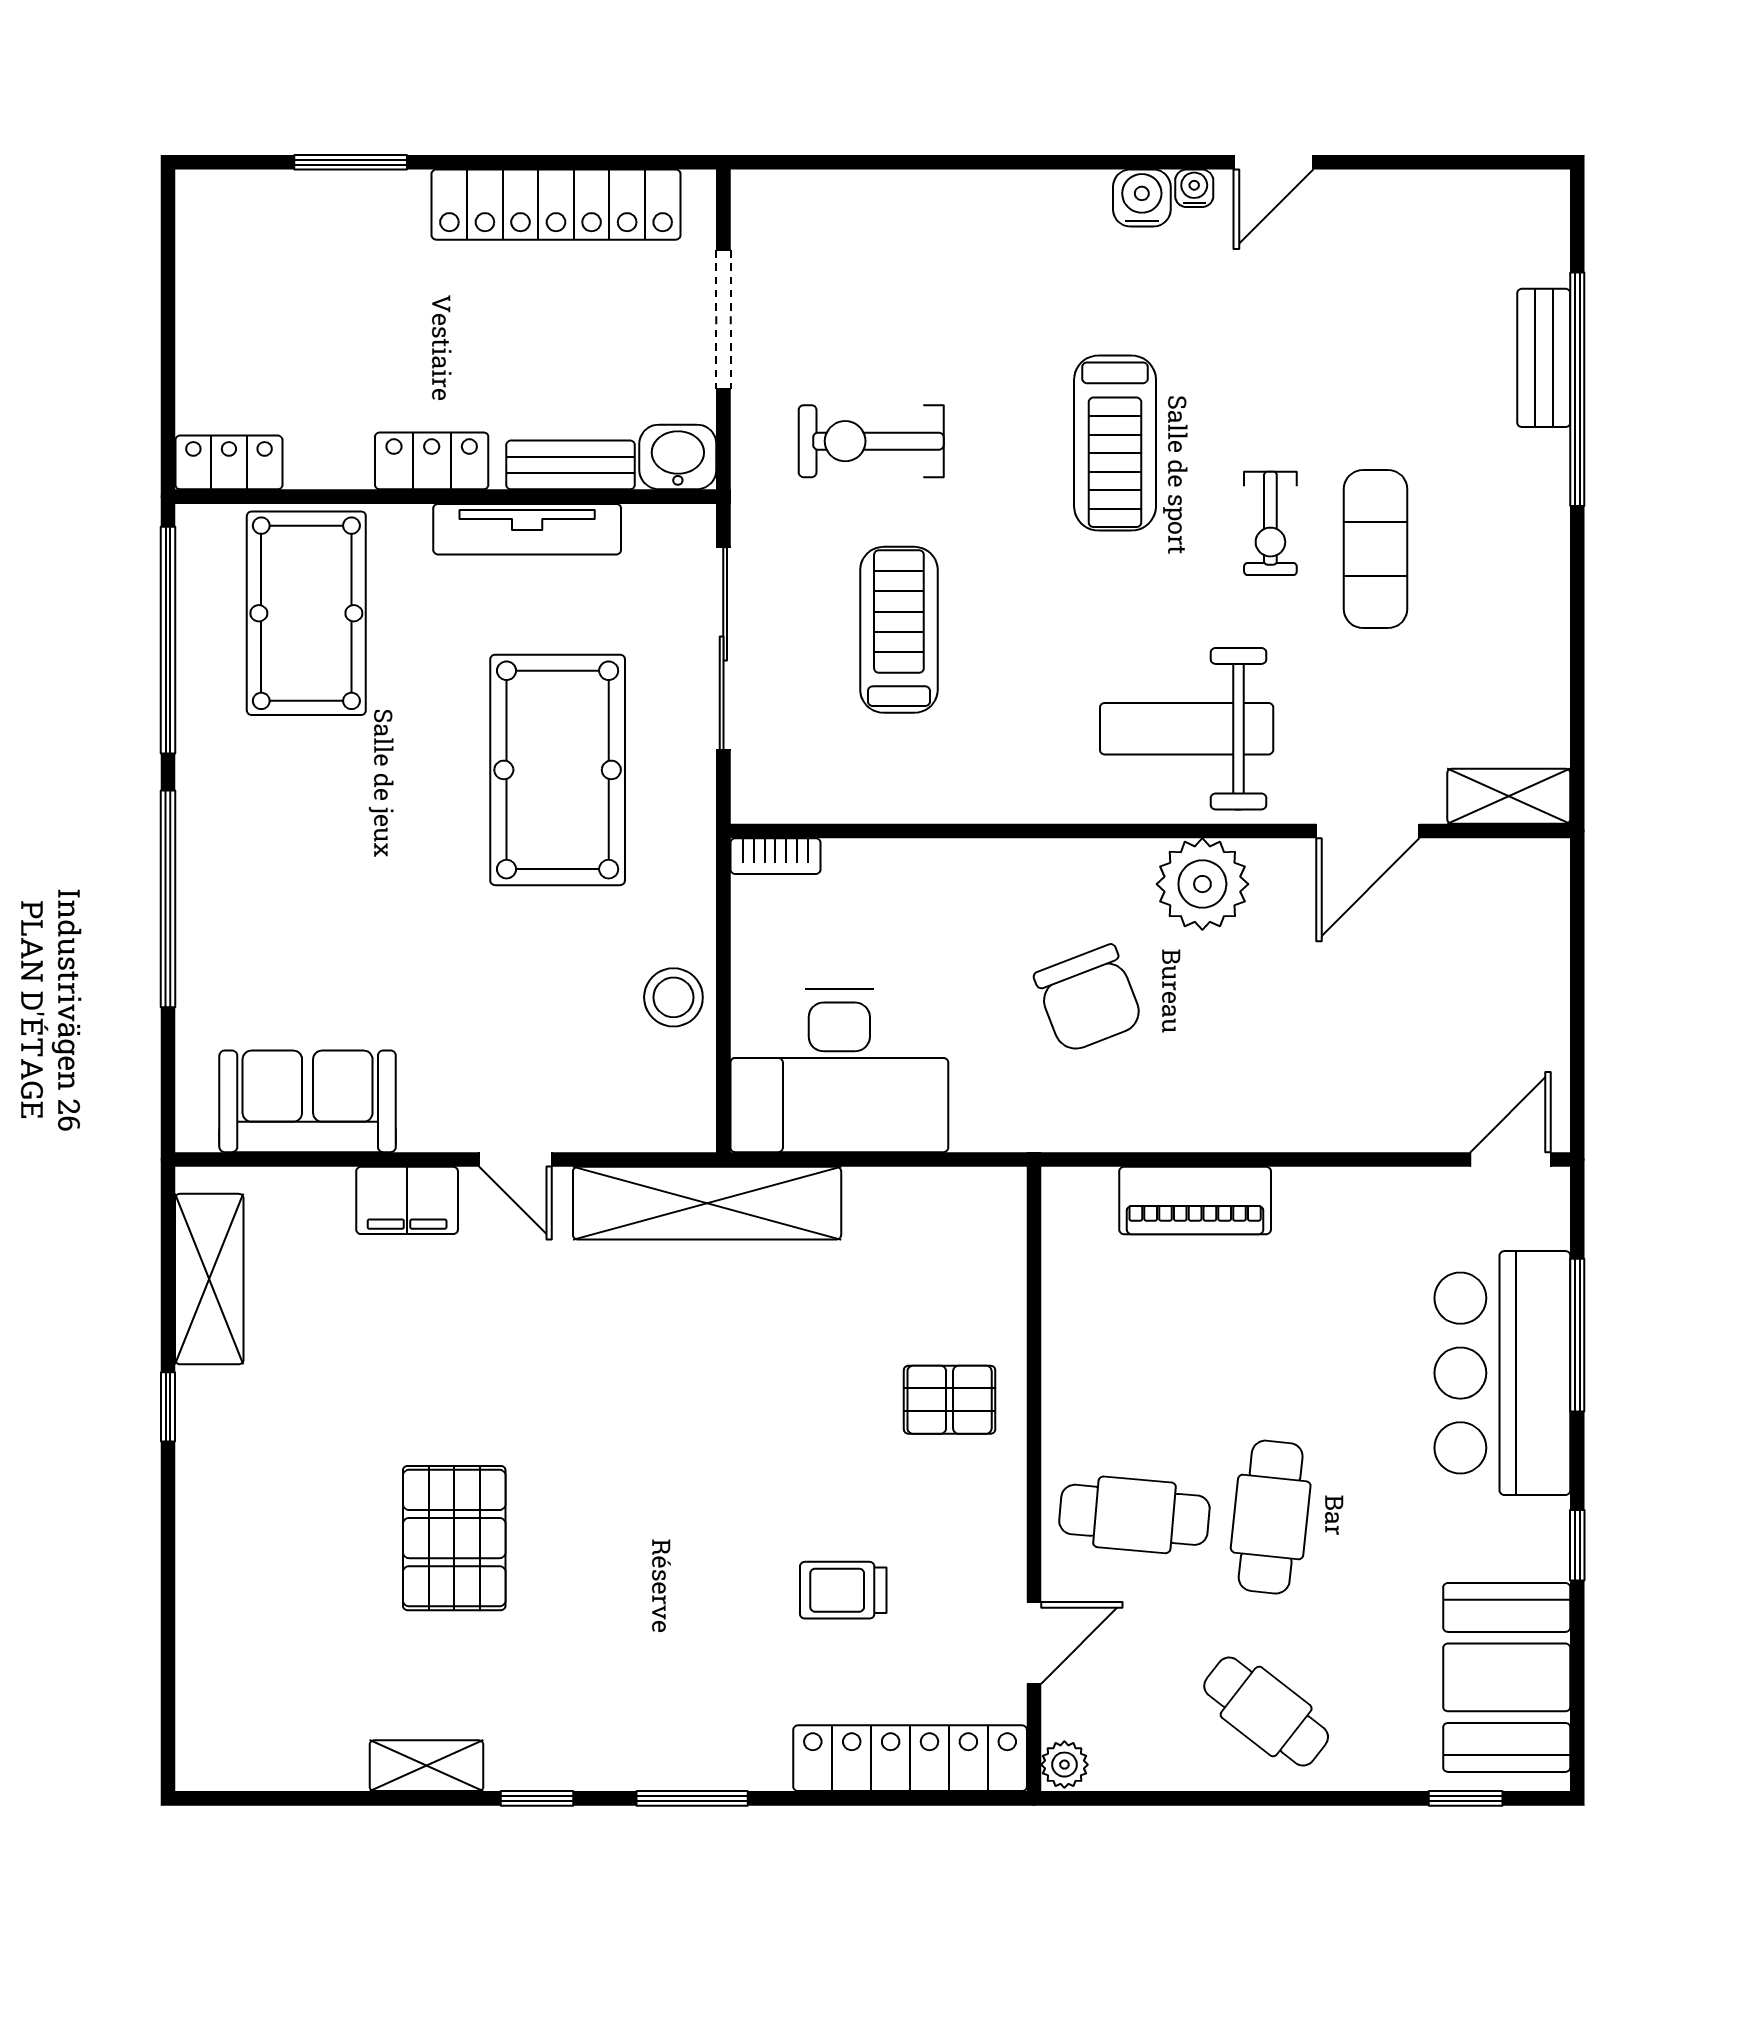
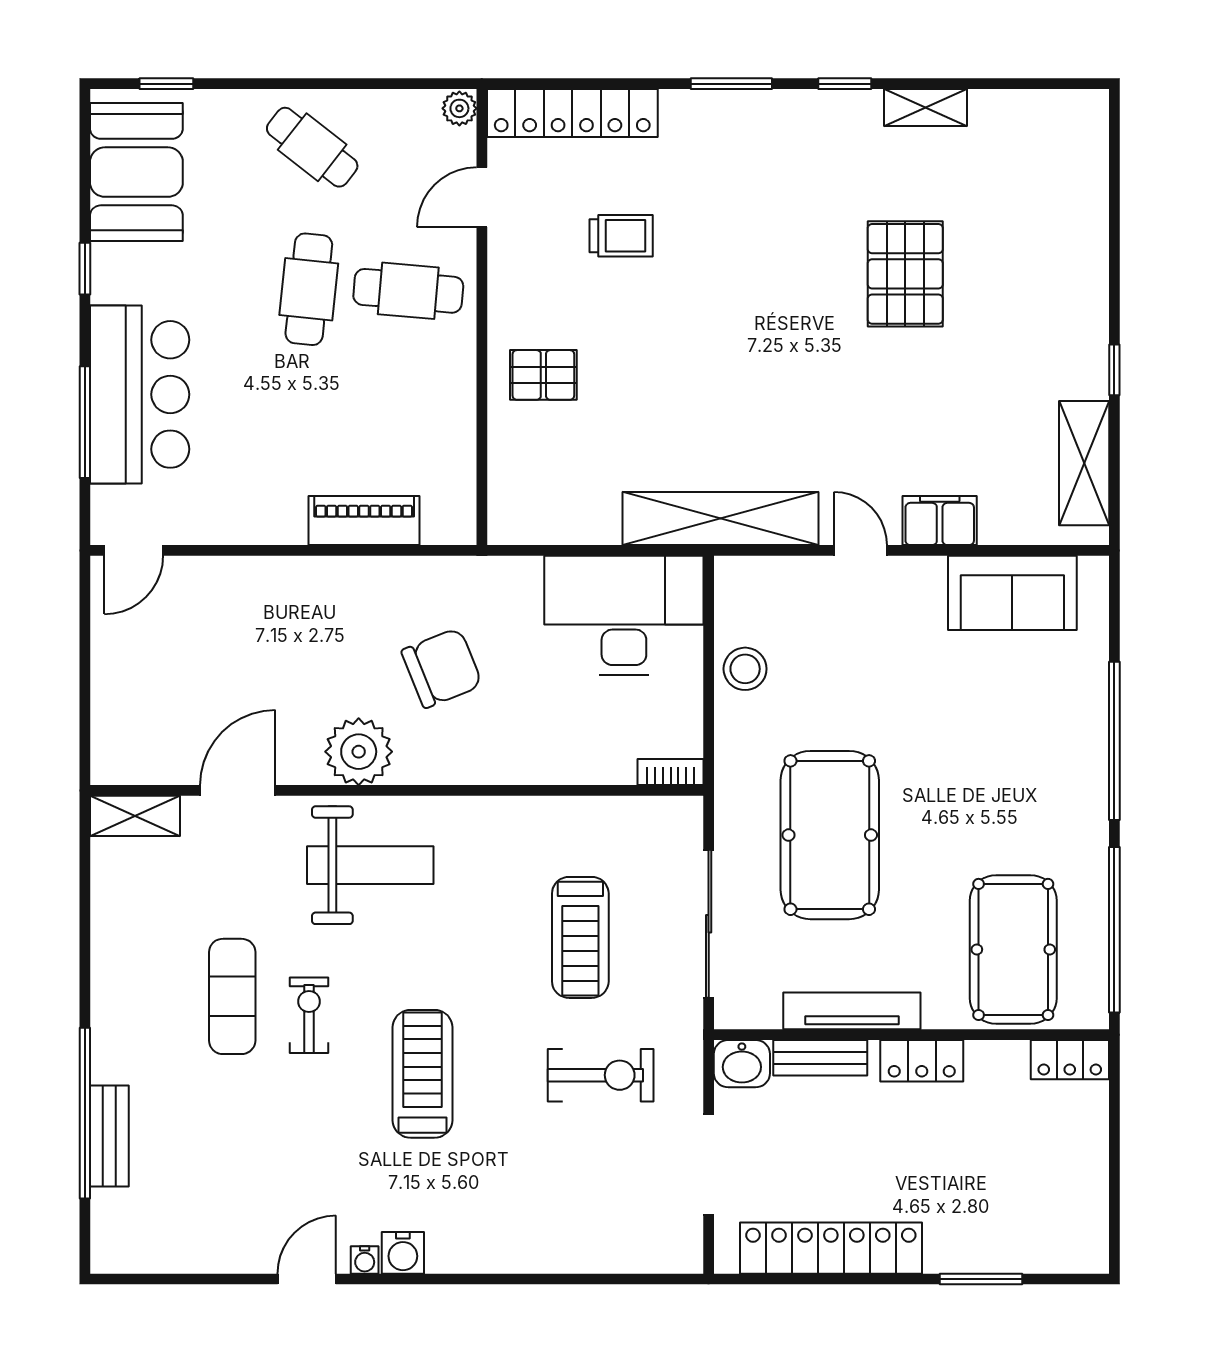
chair: (1089, 999) -> (442, 668), turned 89

